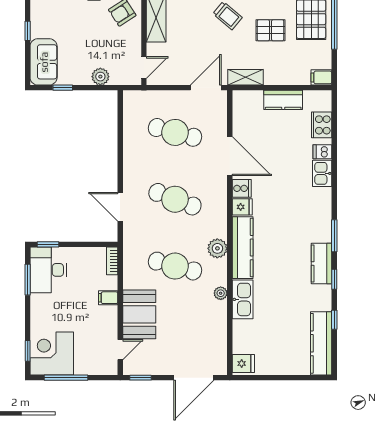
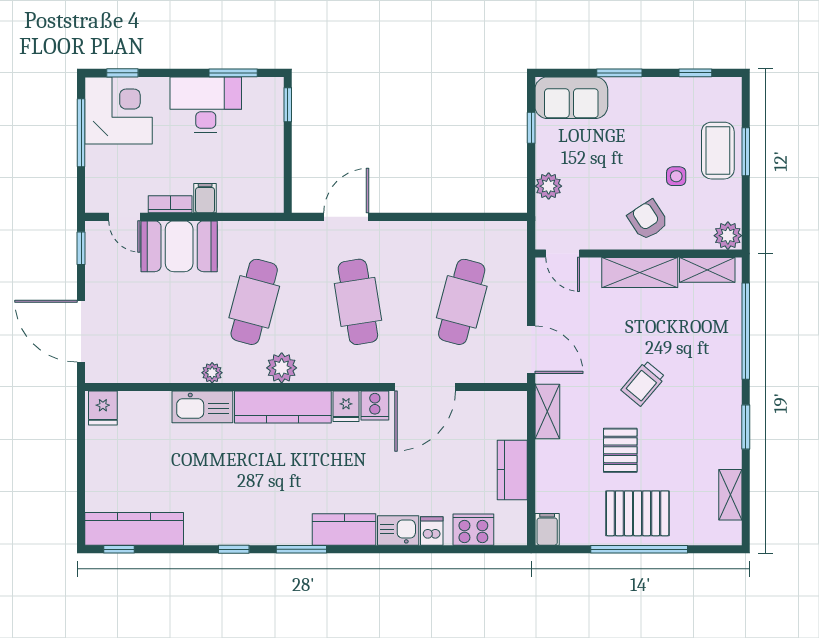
window: (28, 31) -> (619, 73), width x1.50
cafe table: (175, 199) -> (358, 302), turned -30
bookcase: (112, 261) -> (170, 204), moved
kitchen counter: (322, 264) -> (344, 530), moved
desk: (48, 270) -> (206, 105), moved
window: (334, 320) -> (119, 549), moved

